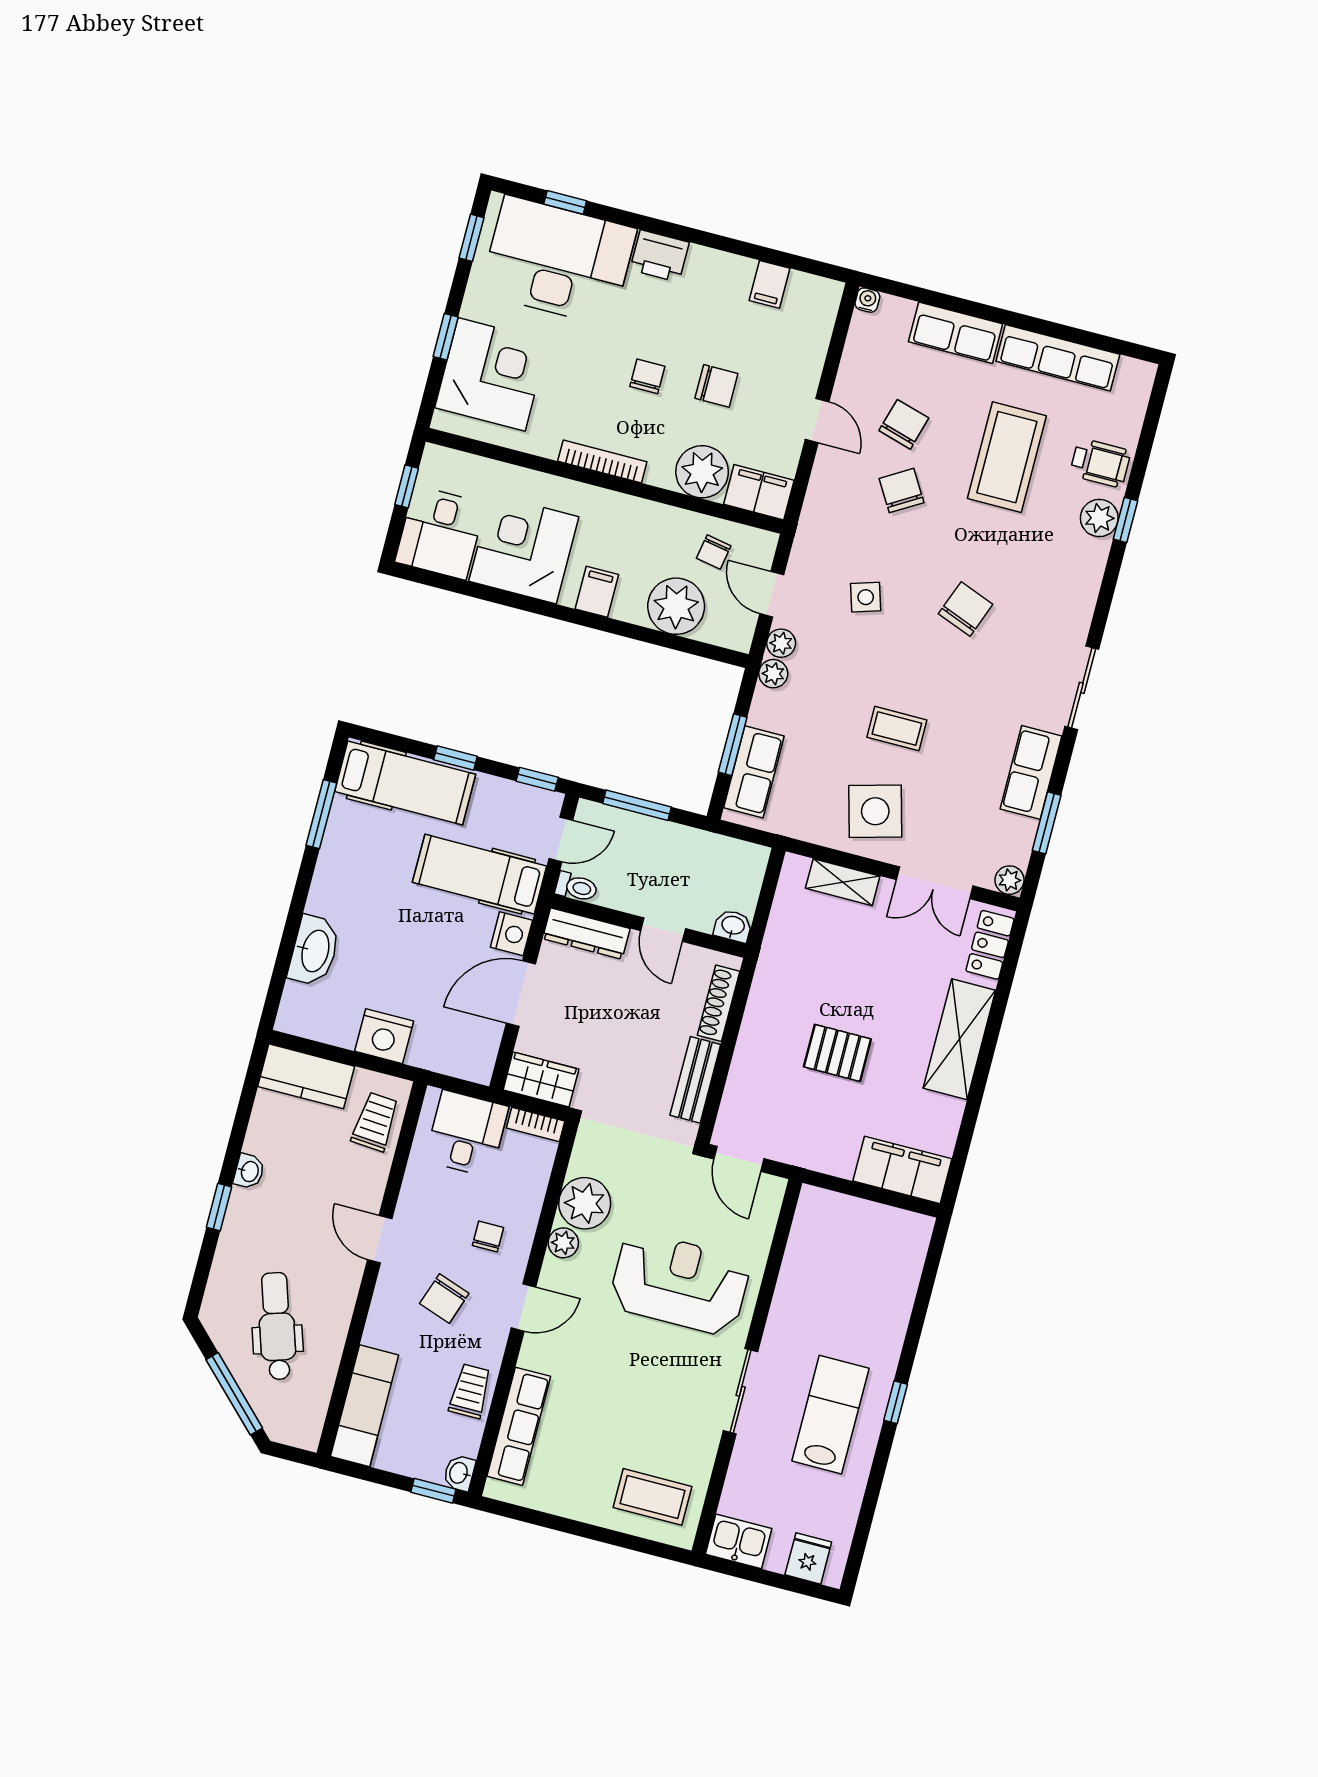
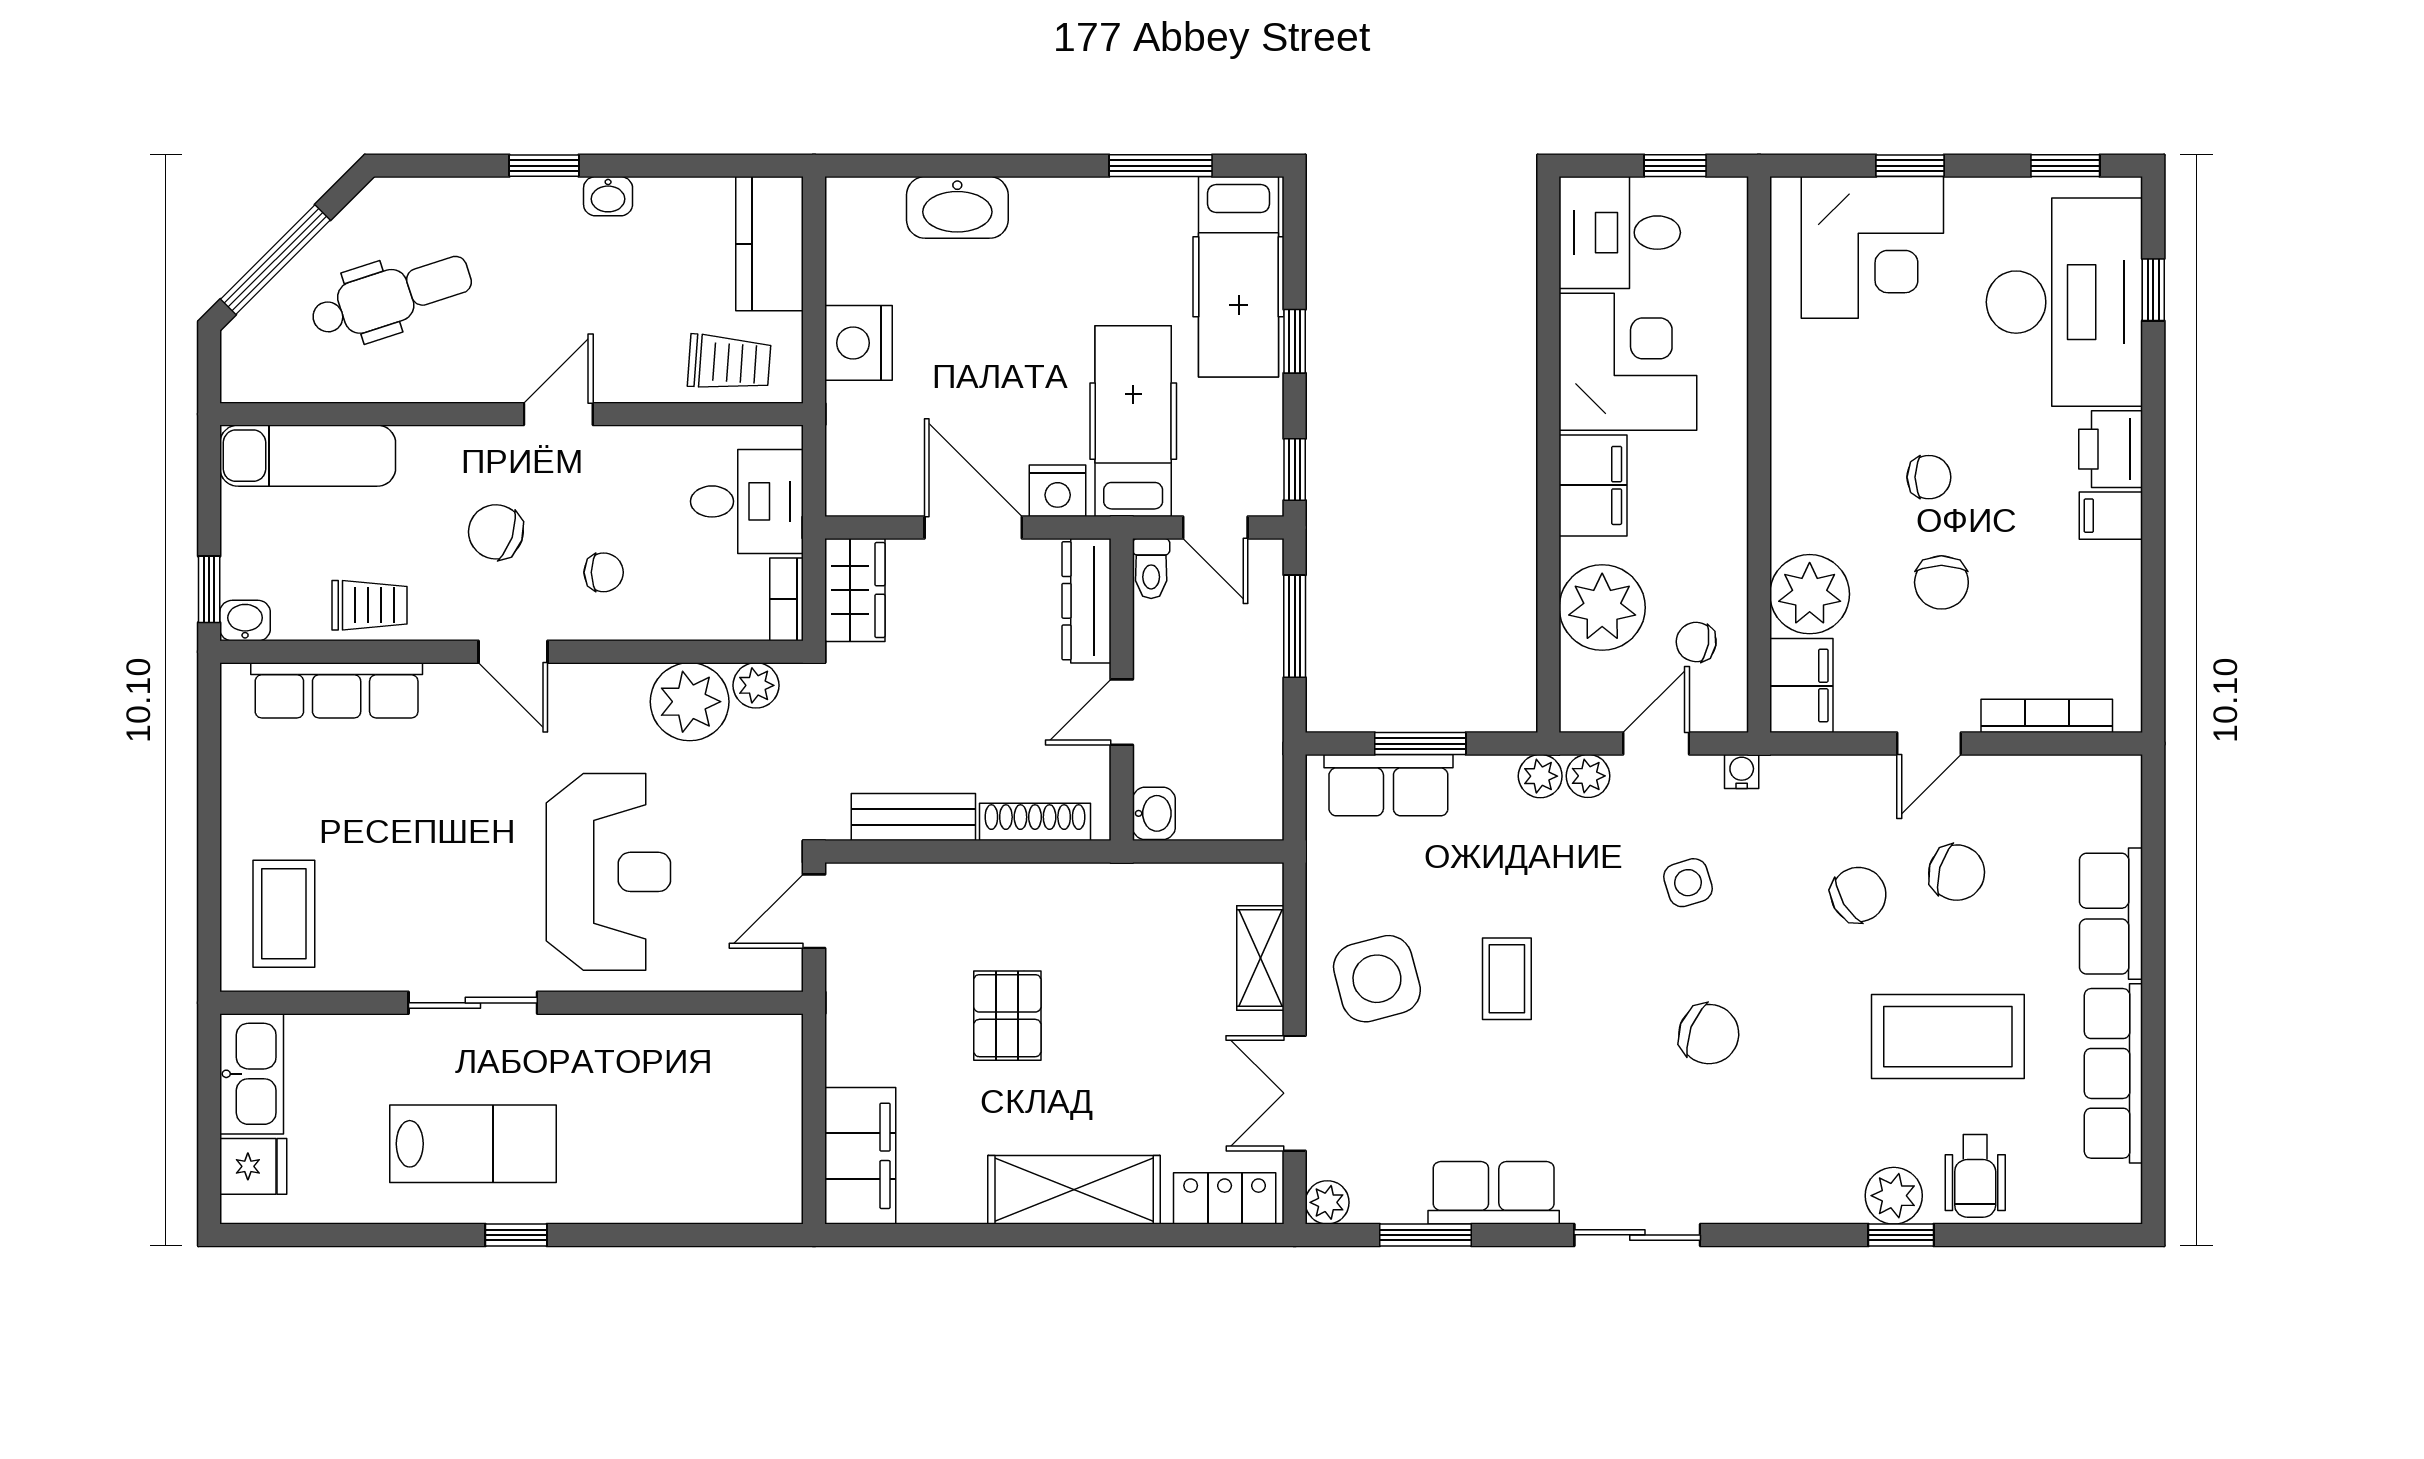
filing cabinet: (769, 284) -> (2111, 516), moved
water cooler: (867, 300) -> (1742, 771), moved, turned -90
bookcase: (602, 461) -> (2047, 716), moved, turned -90
filing cabinet: (597, 592) -> (1593, 485), width x2.00
plant: (563, 1243) -> (756, 685), moved
kitchen sink: (739, 1541) -> (252, 1074), width x1.38

